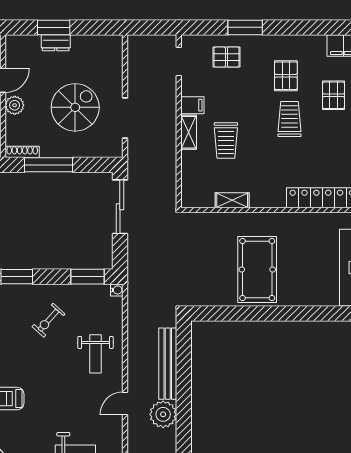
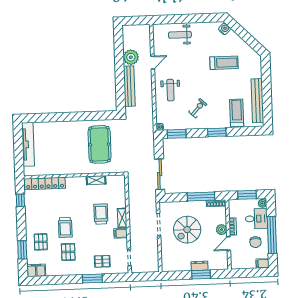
pool table: (257, 270) -> (100, 144), moved
weight bench: (96, 354) -> (170, 90), turned 180

